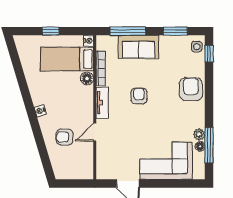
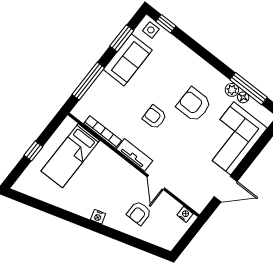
nightstand: (89, 41) -> (185, 214), moved
sofa: (138, 47) -> (128, 60), moved
floor lamp: (87, 78) -> (102, 152), removed
armchair: (191, 89) -> (194, 105), moved

